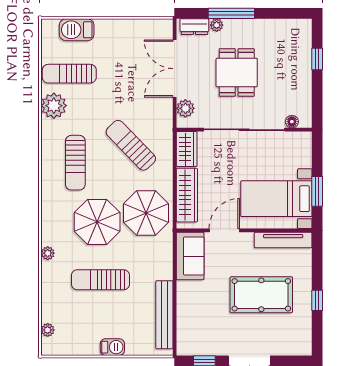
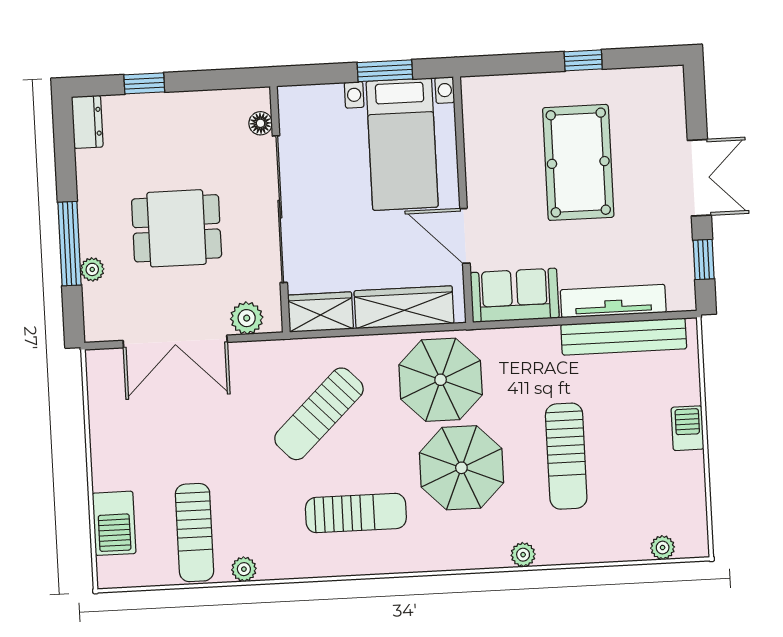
dresser: (194, 27) -> (87, 122), moved
plant: (54, 106) -> (244, 569), width x0.53, depth x0.53
tv unit: (283, 240) -> (613, 301), moved, turned -90

